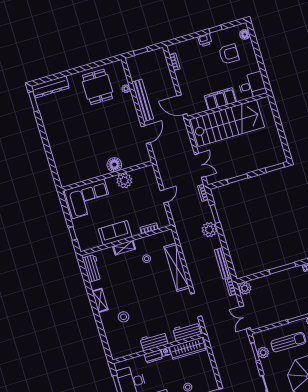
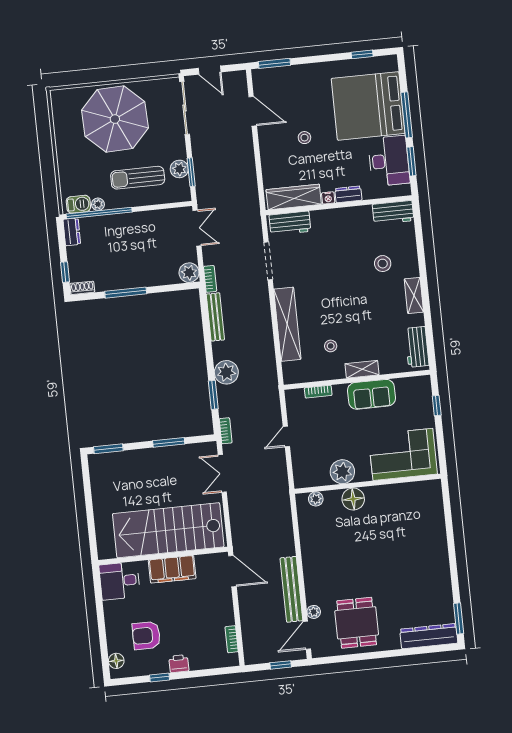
door: (146, 135) -> (307, 635), moved
plant: (138, 160) -> (316, 499), added
workbench: (154, 341) -> (393, 212), moved

